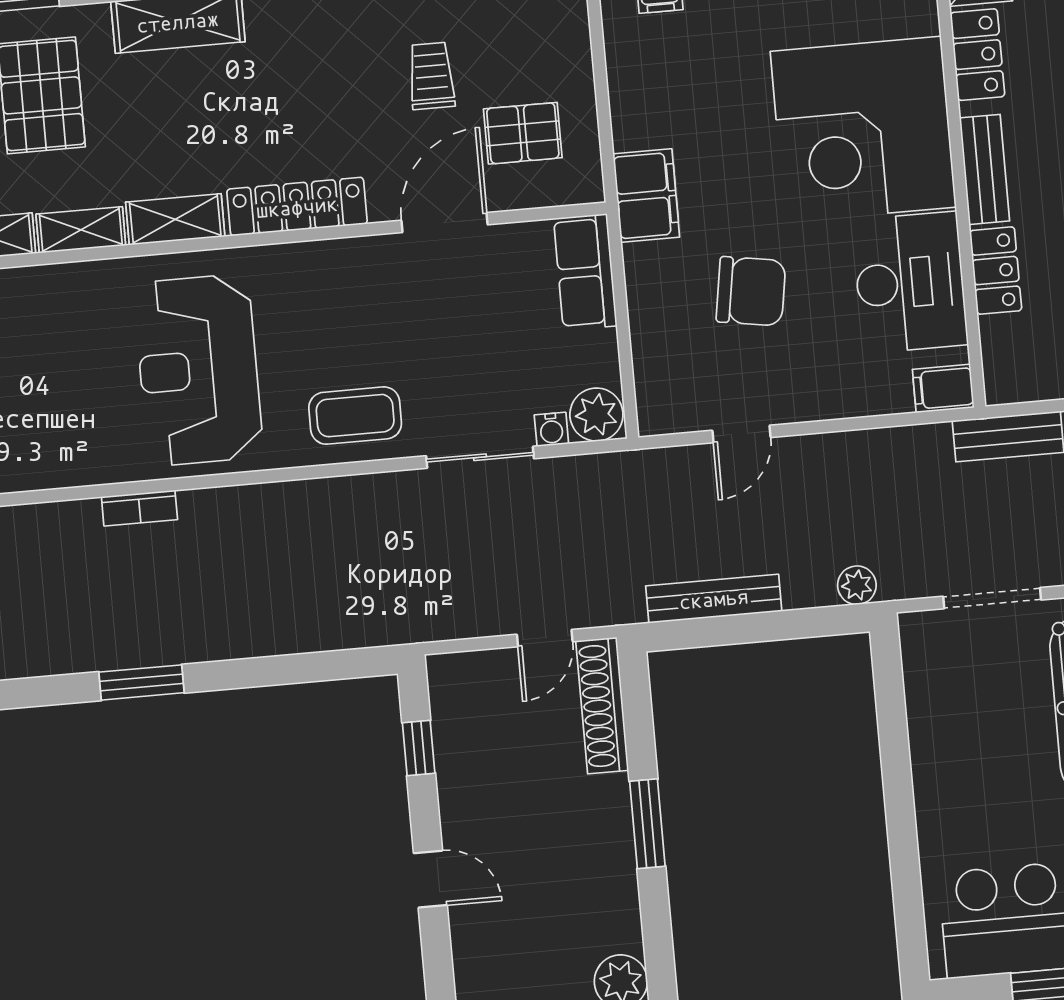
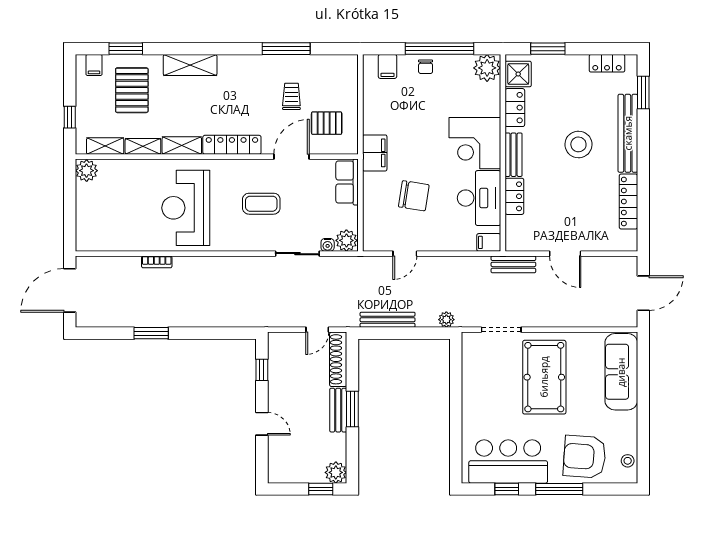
corner desk: (863, 129) -> (475, 143), width x0.74, depth x0.74
coffee table: (355, 416) -> (261, 204), moved
bench: (613, 829) -> (338, 410), added

